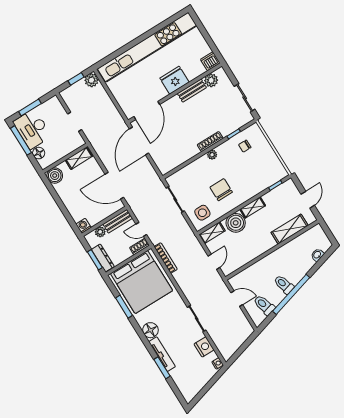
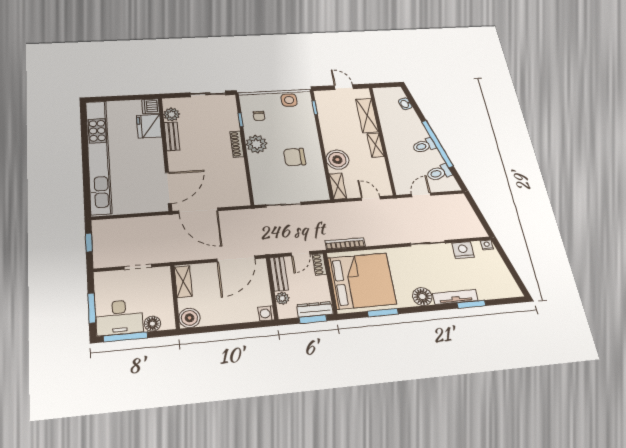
plant: (92, 80) -> (101, 227), removed
fridge: (174, 80) -> (149, 126), moved
door: (147, 110) -> (168, 188), hinge flipped
plant: (212, 155) -> (256, 144), width x1.88, depth x1.88
shelving: (253, 207) -> (375, 145), moved
side table: (202, 213) -> (289, 100), moved

